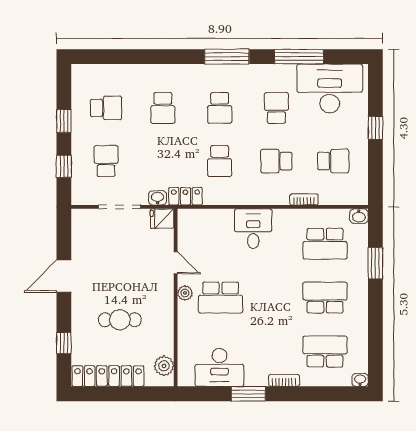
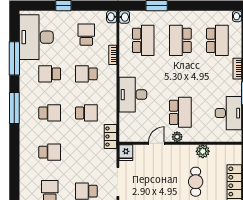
school desk: (276, 161) -> (86, 74), turned 90
washbasin: (158, 198) -> (112, 17), moved
desk: (253, 229) -> (133, 95), width x1.37
school desk: (325, 351) -> (217, 40), turned 180
plant: (164, 366) -> (203, 151), moved

